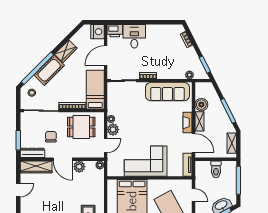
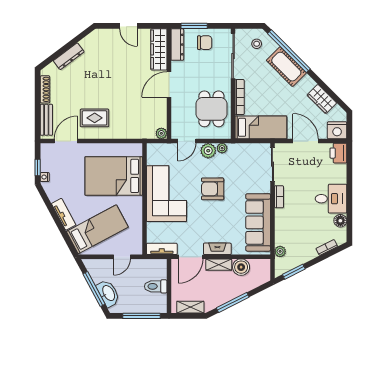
floor lamp: (166, 29) -> (340, 221), added
desk: (134, 36) -> (331, 199), moved
wardrobe: (66, 51) -> (322, 99), moved
armchair: (142, 126) -> (213, 189), added
chair: (51, 137) -> (205, 43), moved
door: (106, 146) -> (187, 141), hinge flipped
plant: (79, 167) -> (159, 106), removed

